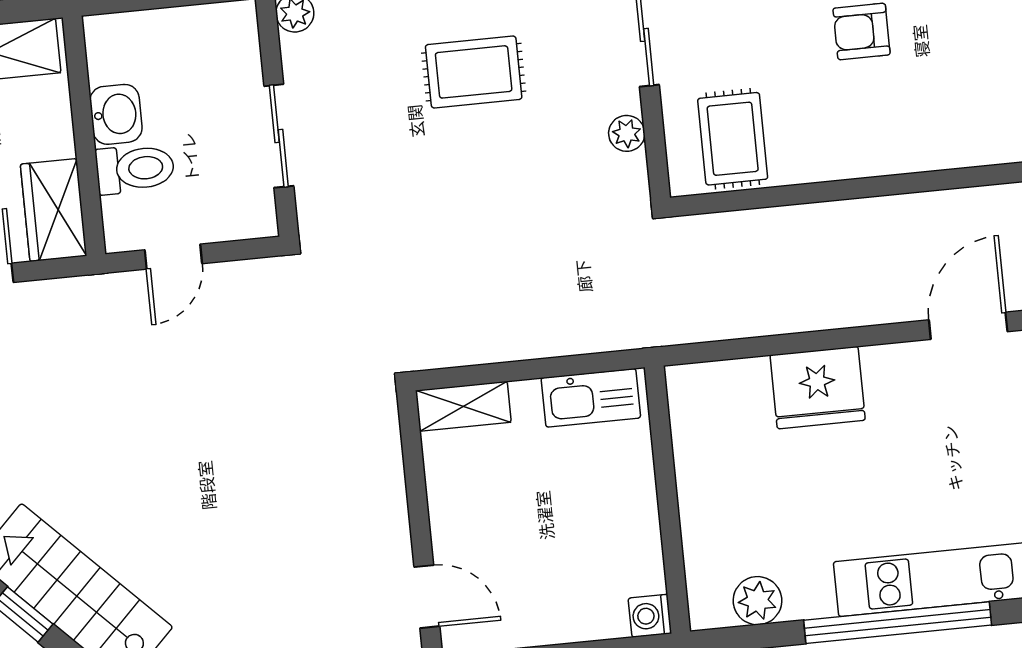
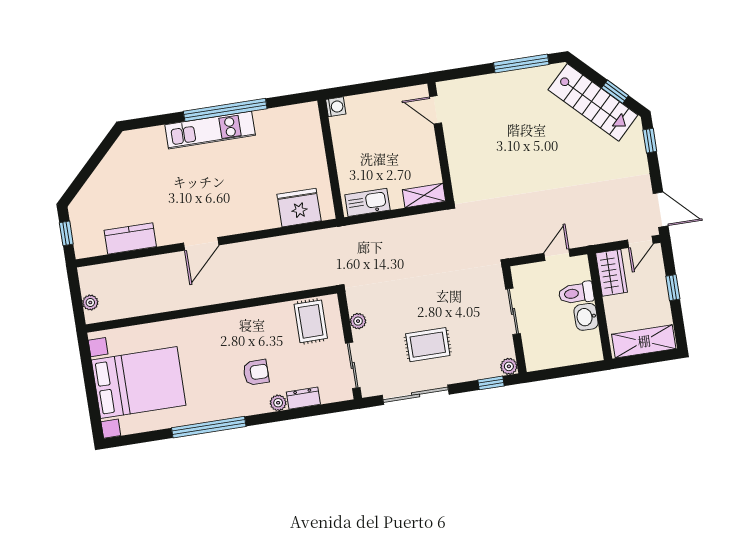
fridge: (818, 388) -> (299, 208), moved
plant: (757, 601) -> (288, 116), removed

